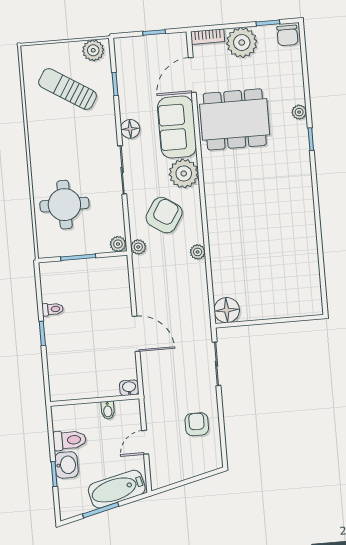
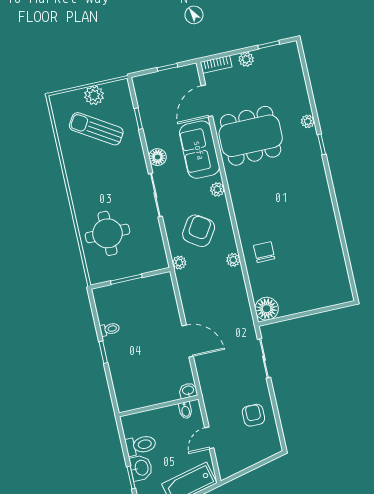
chair: (287, 35) -> (264, 252), moved, turned 180
plant: (242, 43) -> (246, 59), width x0.53, depth x0.53
plant: (93, 50) -> (94, 95), moved
plant: (184, 173) -> (217, 189), width x0.53, depth x0.53
plant: (118, 244) -> (161, 262), removed
bidet: (108, 410) -> (185, 410), moved

